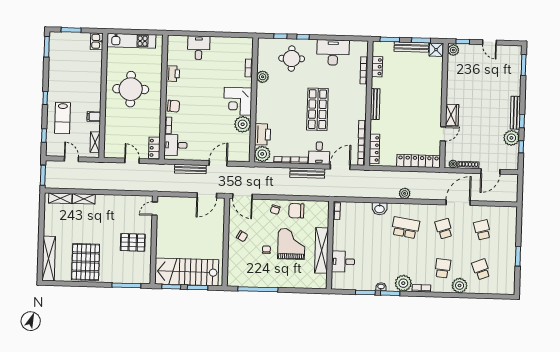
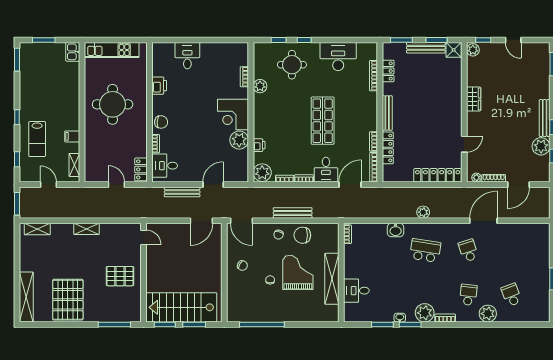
wardrobe: (452, 115) -> (474, 99), moved
printer: (263, 134) -> (259, 145), width x0.53, depth x0.68
locker: (374, 149) -> (388, 148), moved
bench: (307, 173) -> (293, 213), moved
shelving: (84, 199) -> (86, 229), moved
door: (155, 209) -> (144, 237), swing flipped
school desk: (482, 230) -> (511, 250), removed

